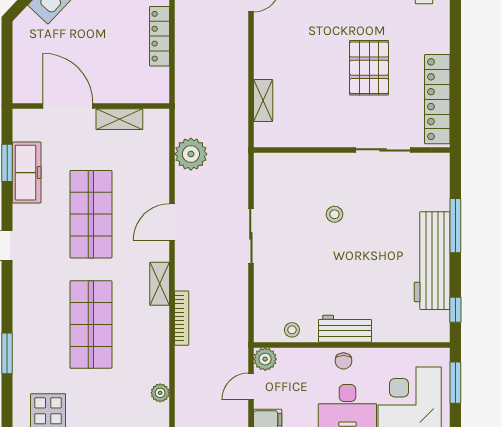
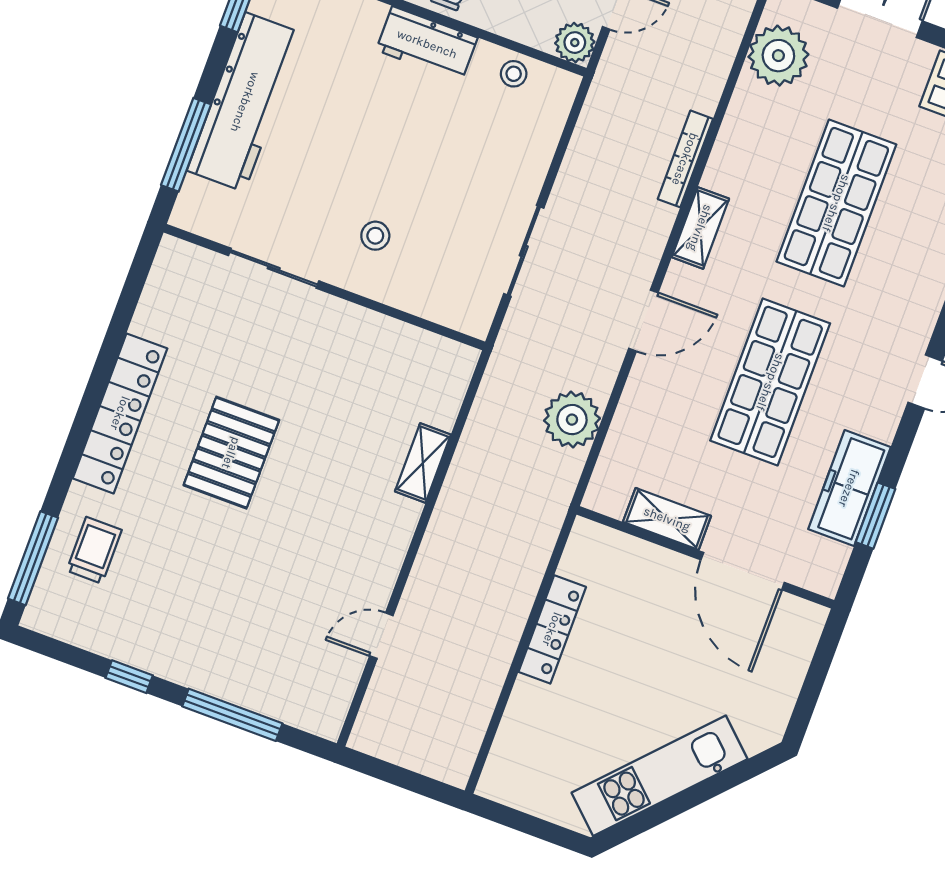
locker: (437, 99) -> (120, 413), moved
wall: (352, 150) -> (324, 287), moved
sliding door: (383, 150) -> (274, 268), moved
plant: (160, 393) -> (778, 56), width x1.88, depth x1.88

